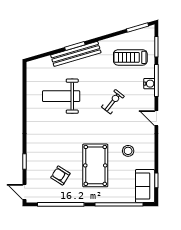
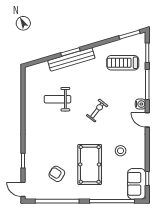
water cooler: (149, 84) -> (141, 104), moved
weight bench: (61, 96) -> (58, 99), width x0.73, depth x0.75
exercise bike: (113, 102) -> (97, 110), moved

